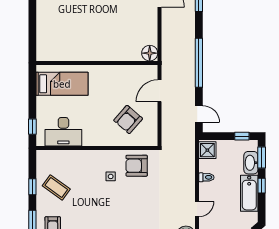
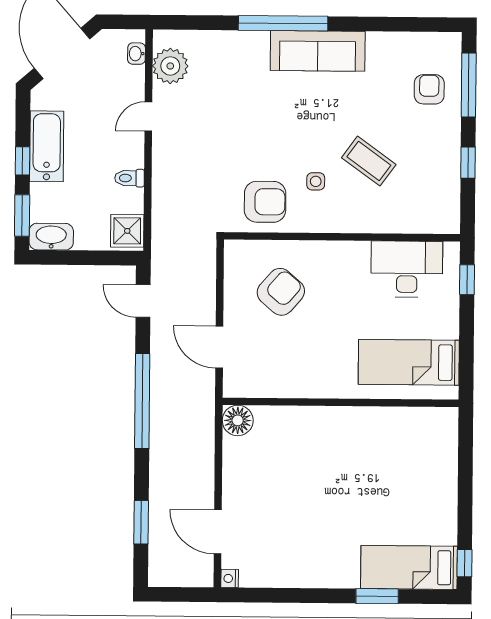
door: (159, 91) -> (219, 347), swing flipped
window: (242, 136) -> (60, 257), removed
washbasin: (251, 163) -> (51, 237), moved, turned -90
coffee table: (56, 187) -> (369, 161), moved

